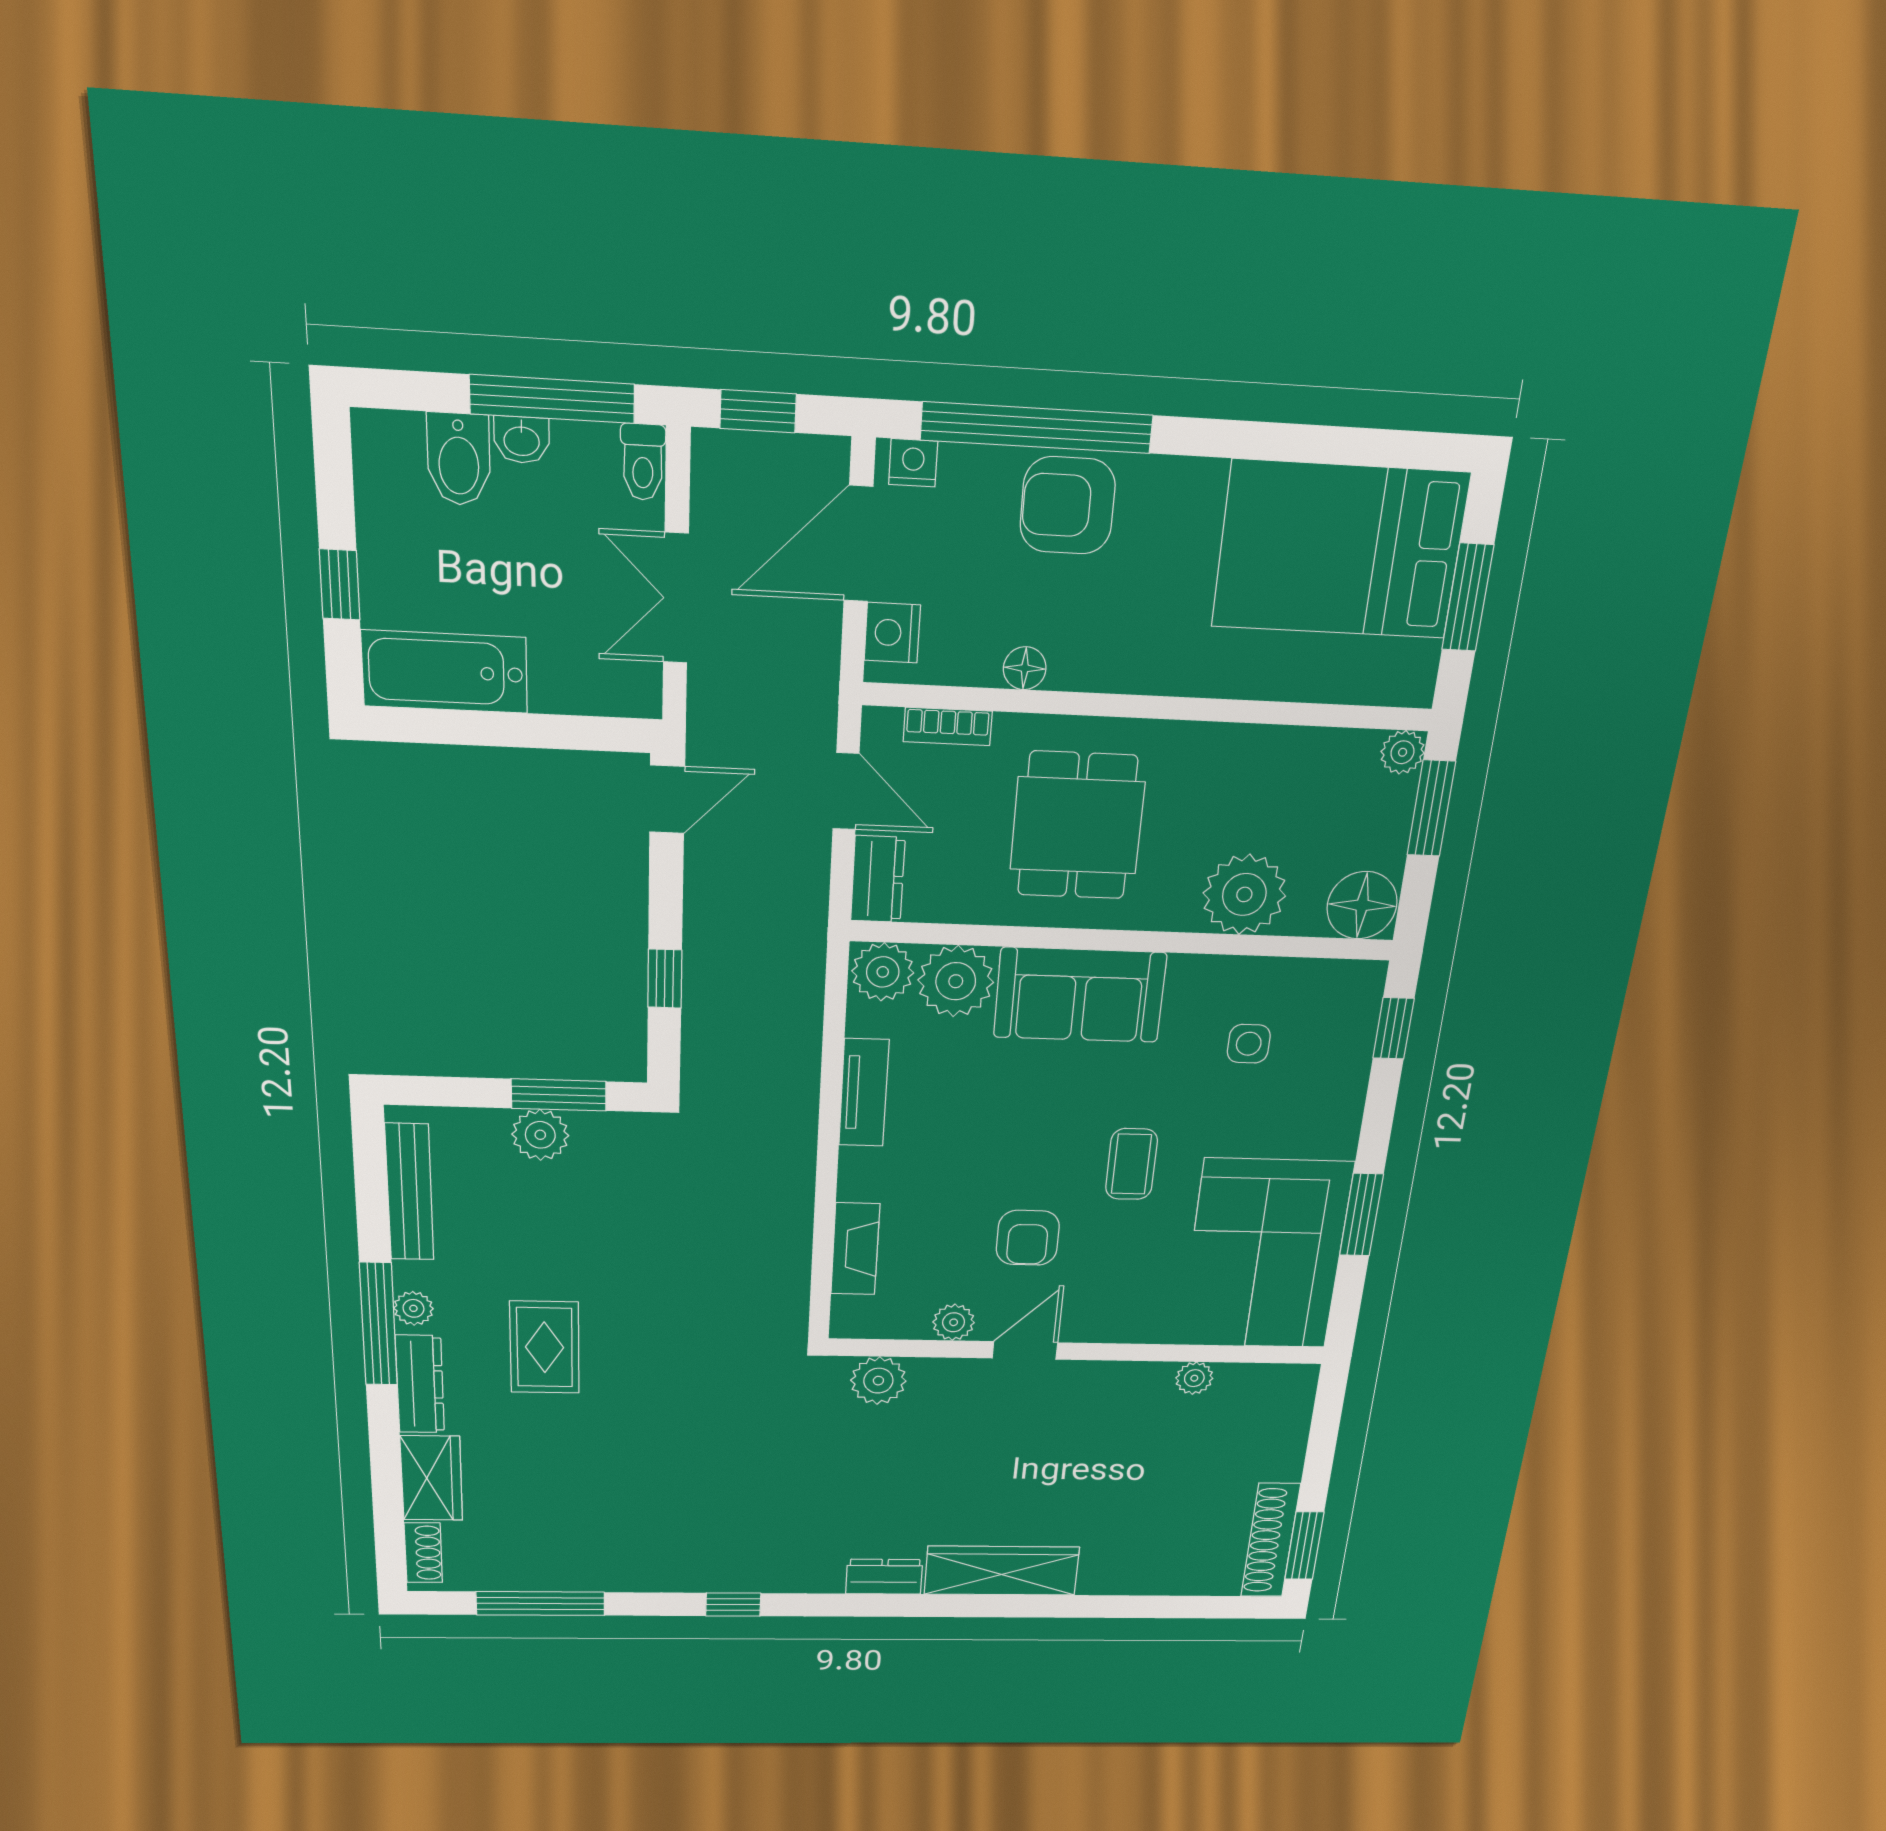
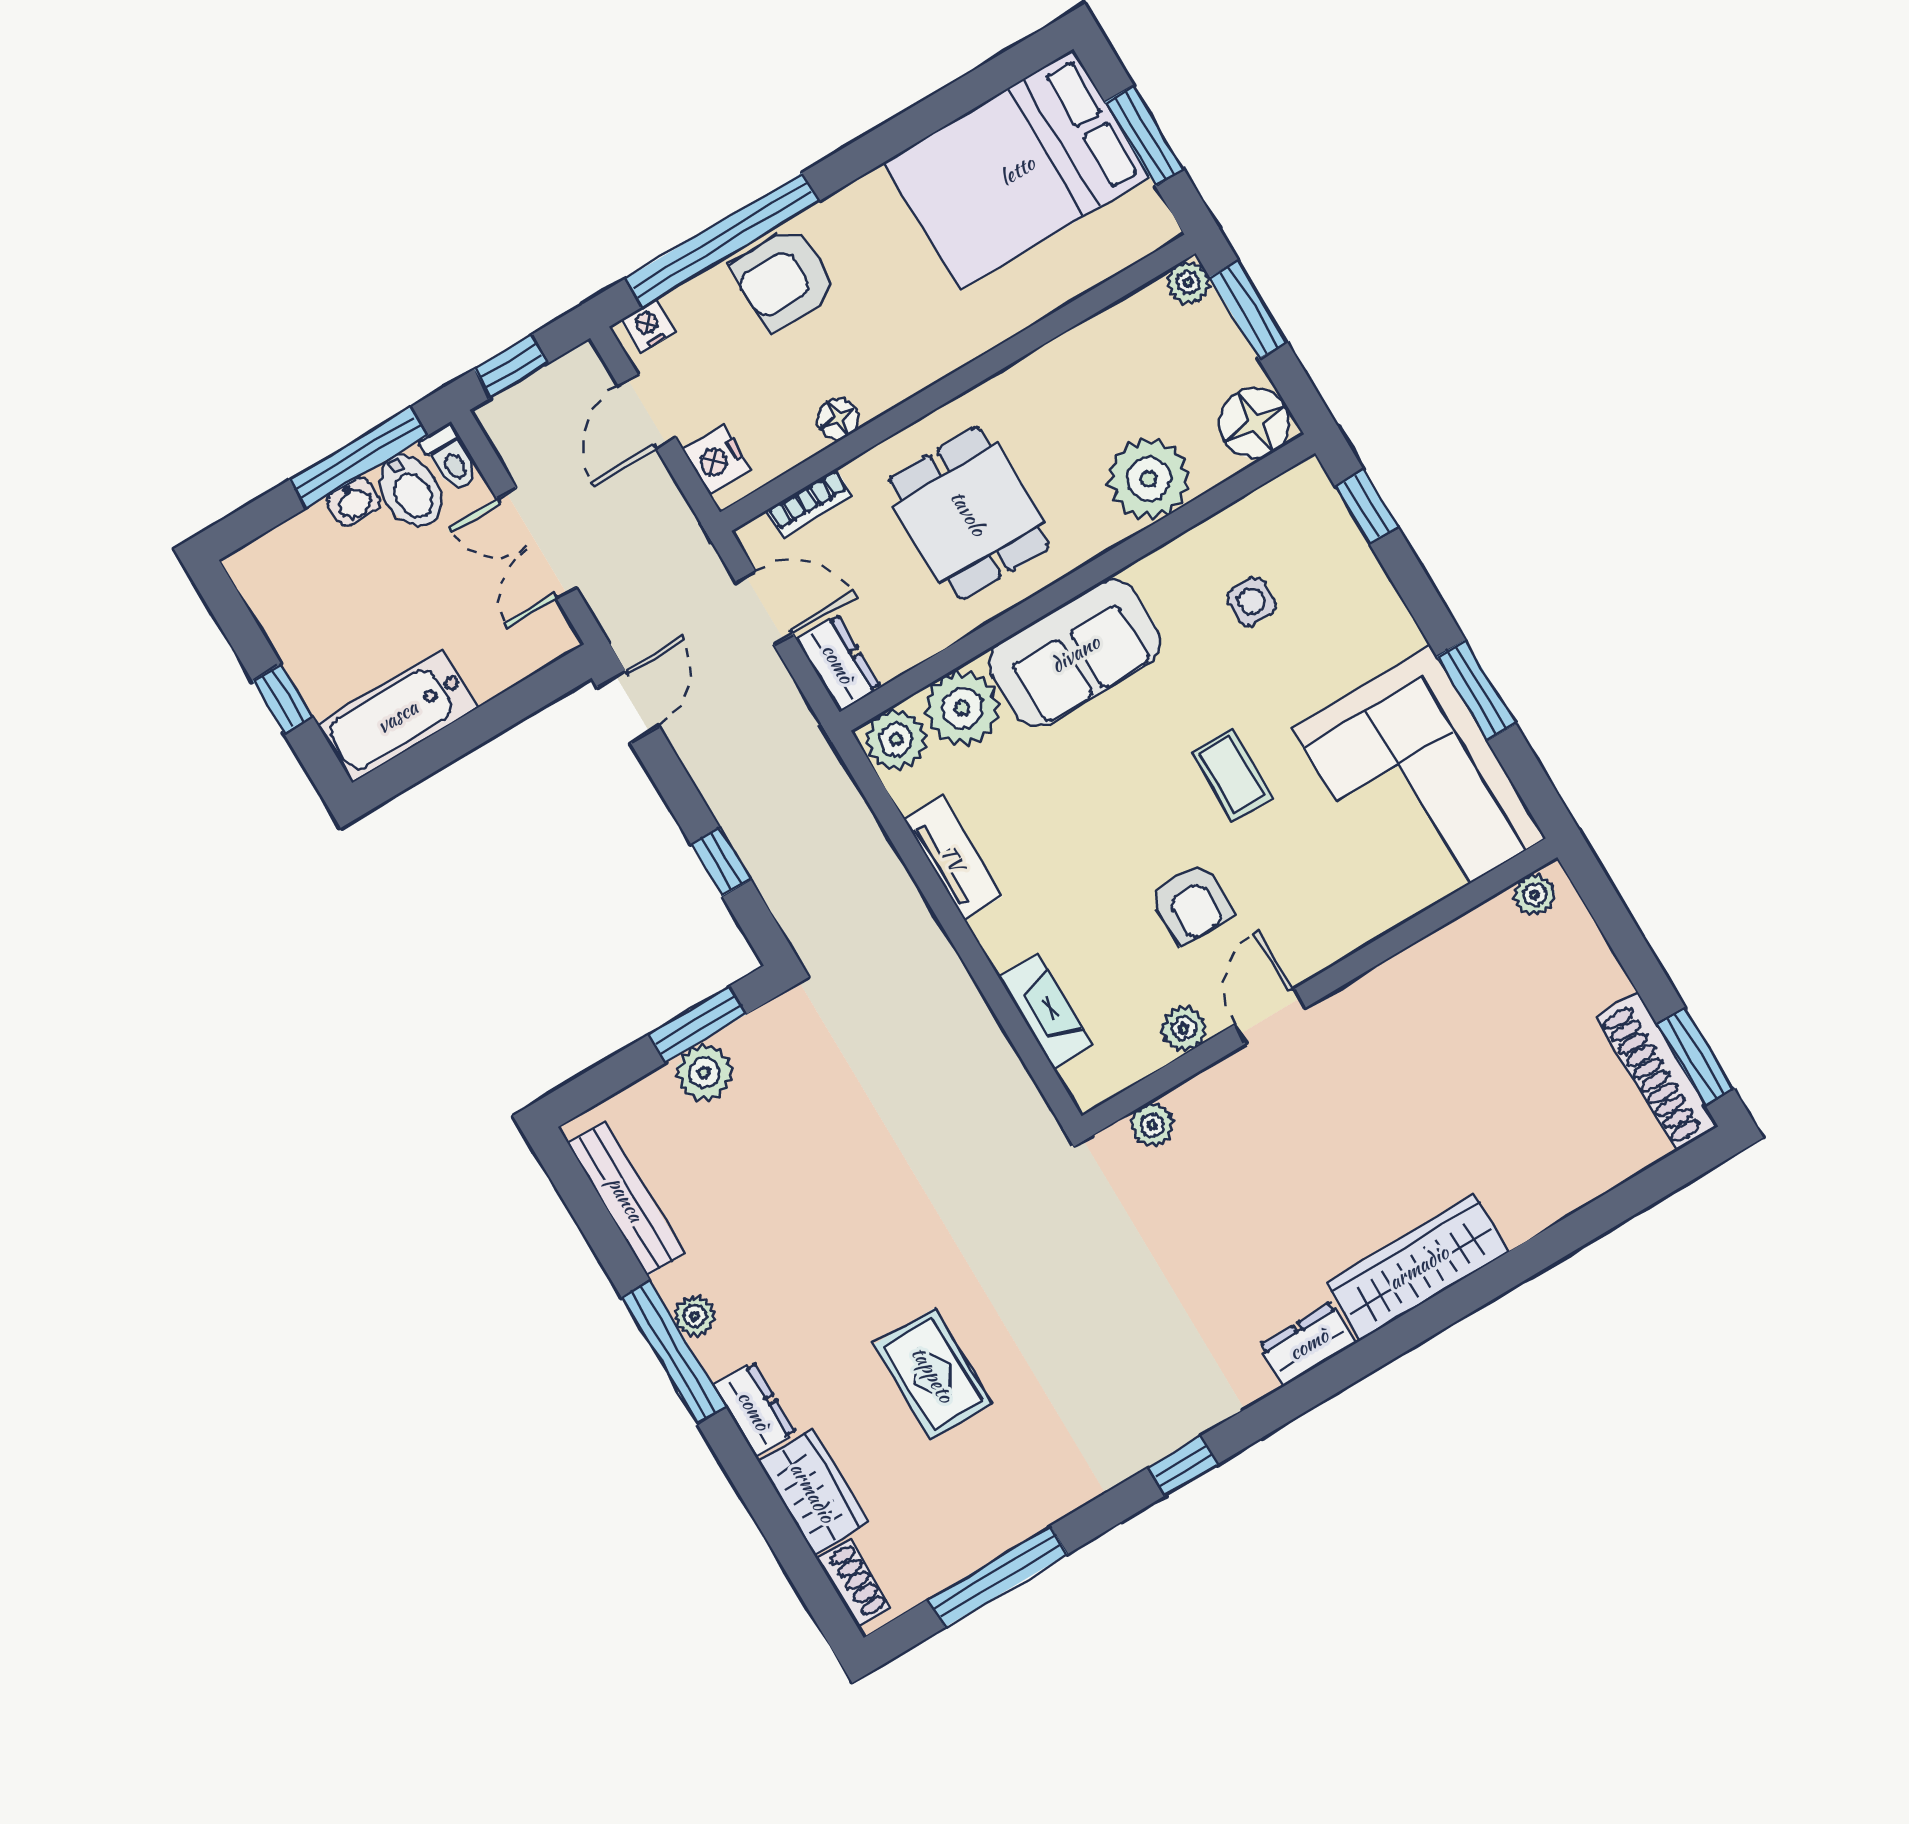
bidet: (459, 459) -> (410, 490), moved
door: (858, 544) -> (647, 411), width x0.73
rug: (545, 1347) -> (933, 1374), moved
plant: (1194, 1378) -> (1535, 895), moved
plant: (878, 1381) -> (1152, 1125), width x0.73, depth x0.73
dresser: (420, 1384) -> (754, 1410), width x0.70

